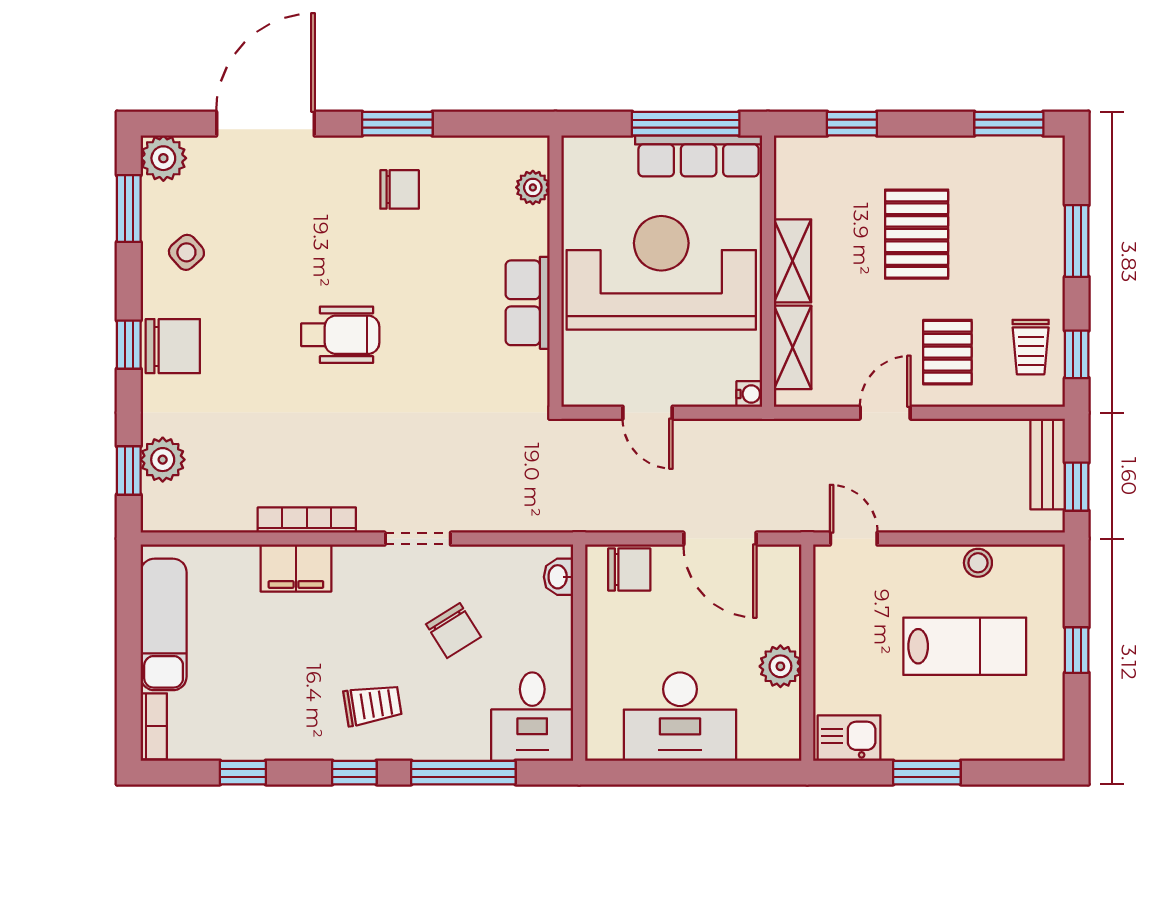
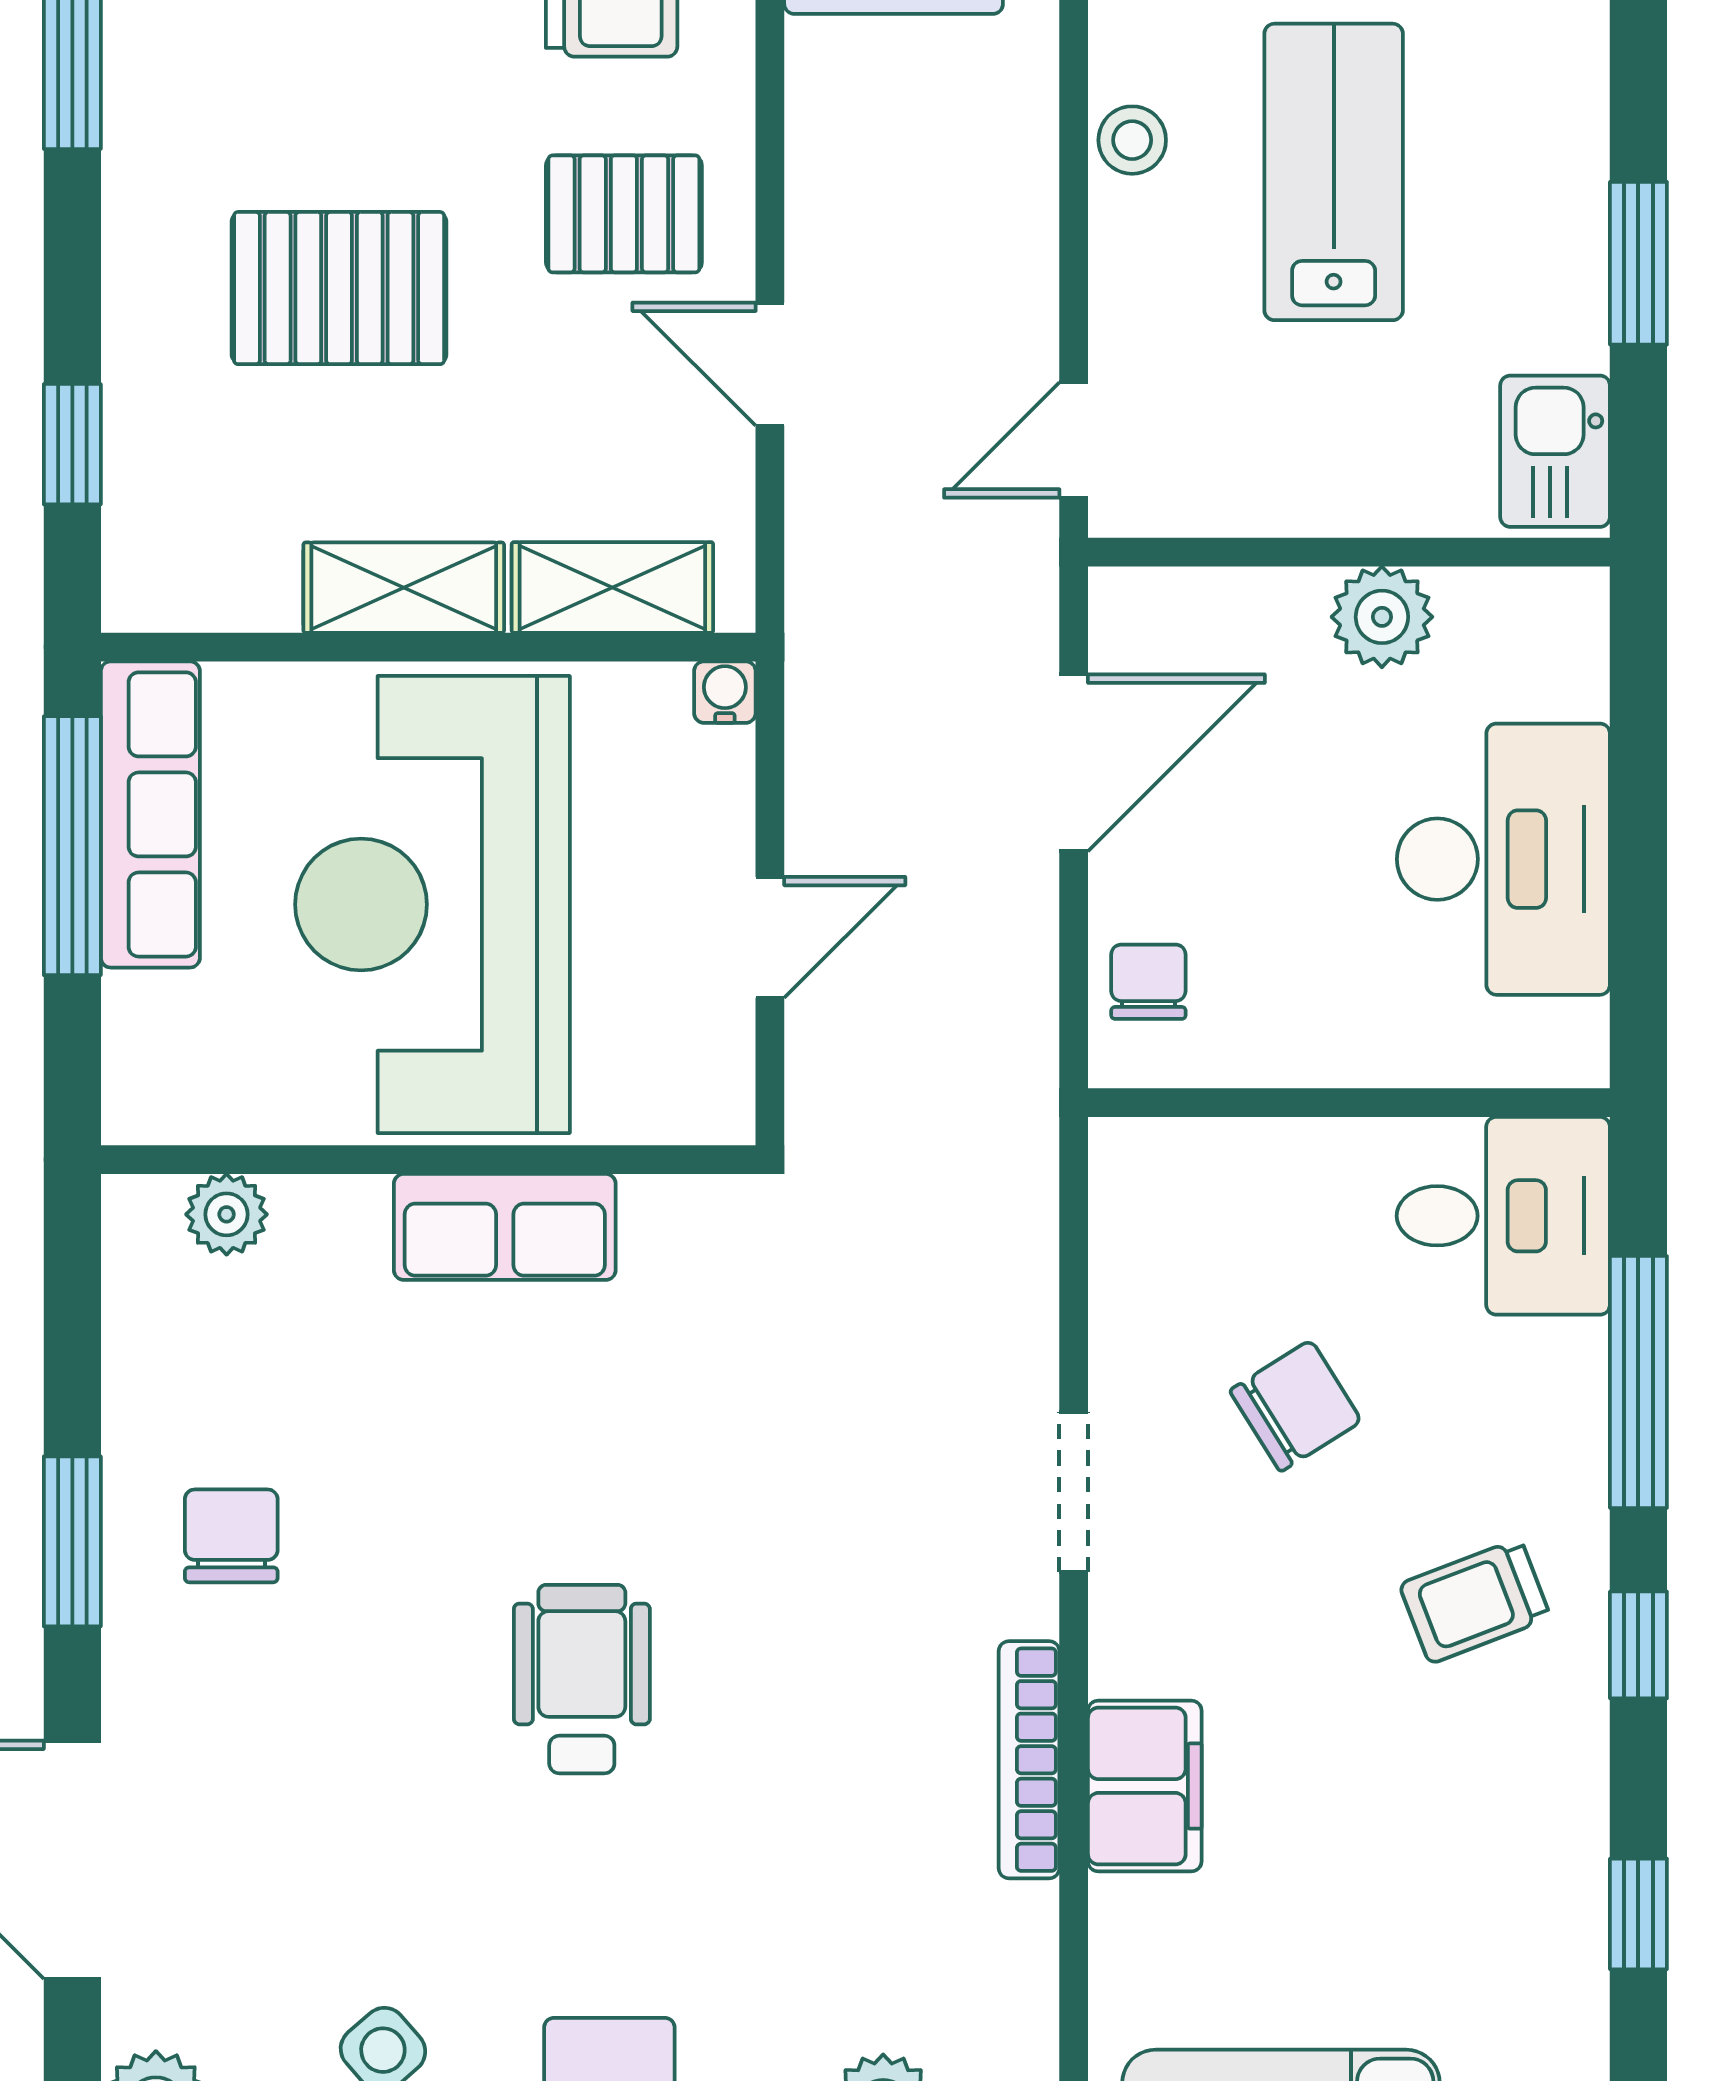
chair: (629, 570) -> (1148, 982), width x0.73, depth x0.73
washbasin: (559, 577) -> (1166, 1152), removed
trolley: (373, 705) -> (1475, 1601), turned -102

